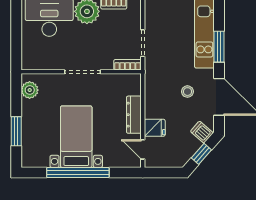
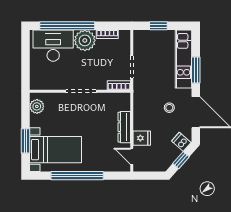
bed with nightstands: (76, 137) -> (56, 150), moved, turned 90

